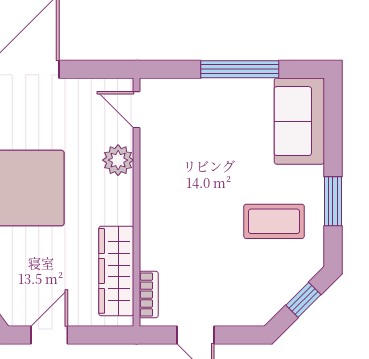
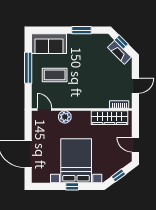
door: (136, 110) -> (44, 109), swing flipped
coffee table: (274, 221) -> (55, 75), moved, turned 90
fireplace: (278, 295) -> (119, 52), added

